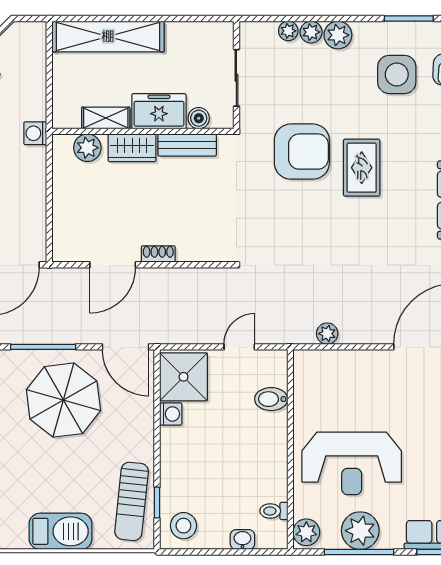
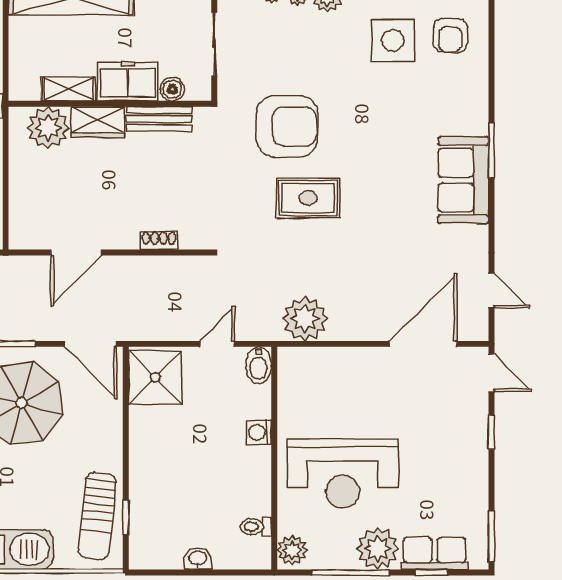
plant: (87, 148) -> (48, 128), width x1.36, depth x1.36
rug: (362, 168) -> (308, 198), moved, turned 90
shoe rack: (158, 254) -> (159, 240), moved
plant: (327, 334) -> (305, 319), width x1.88, depth x1.88
bidet: (271, 399) -> (259, 365), moved, turned -90
washing machine: (171, 414) -> (259, 432), moved, turned 180
stool: (183, 526) -> (155, 543), removed
plant: (360, 531) -> (378, 549), moved
washbasin: (242, 540) -> (198, 559), moved

